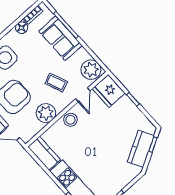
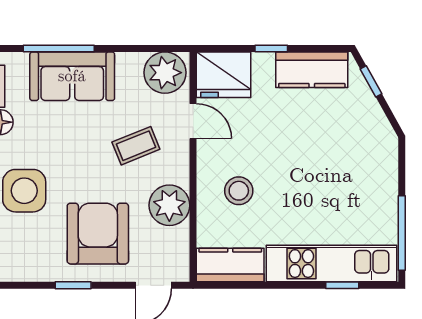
stool: (70, 120) -> (239, 191), moved
kitchen counter: (141, 149) -> (312, 70), moved, turned -61

